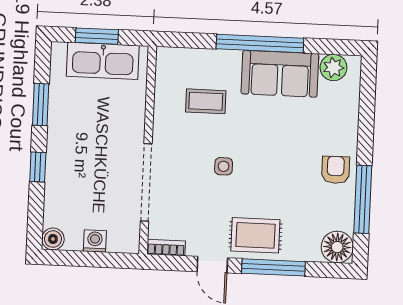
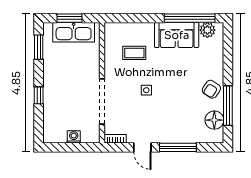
window: (260, 44) -> (190, 18), moved
window: (41, 104) -> (39, 47), moved
armchair: (336, 170) -> (211, 89), turned -146
rug: (255, 235) -> (167, 129), removed
boiler: (53, 239) -> (49, 137), removed
floor lamp: (337, 247) -> (214, 120), moved

